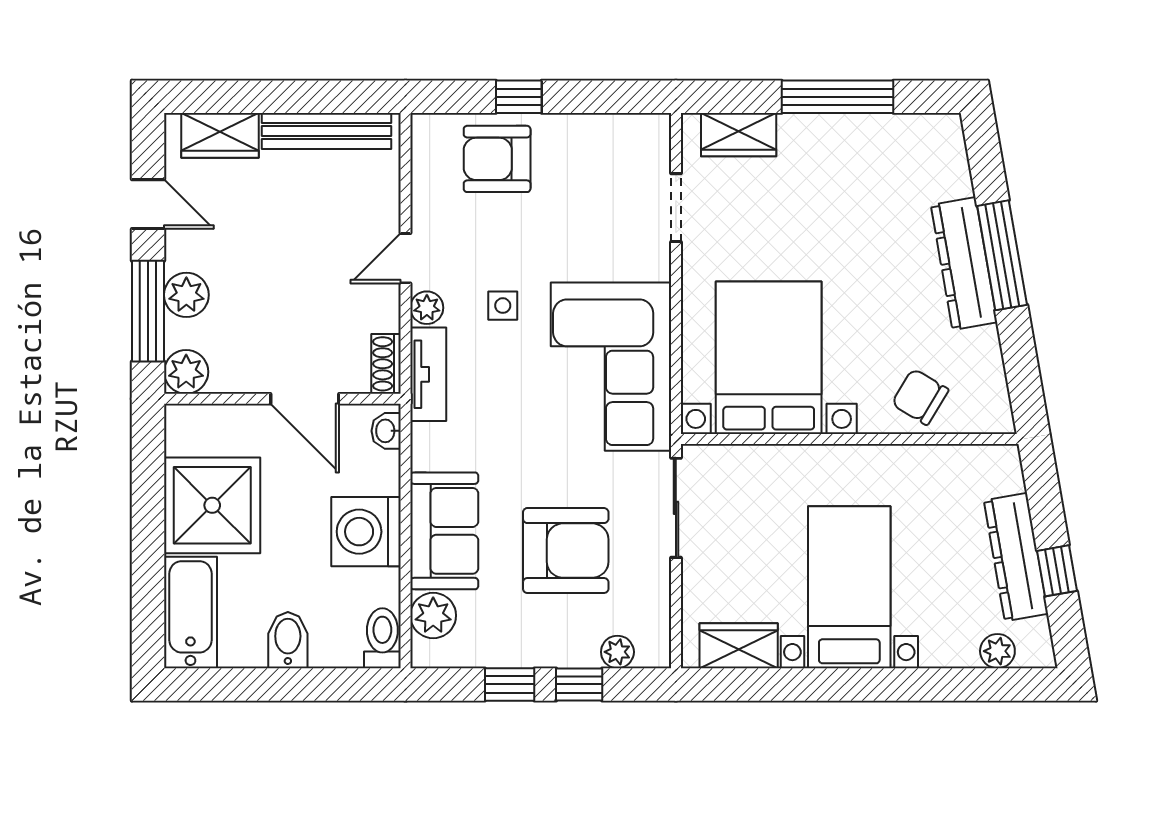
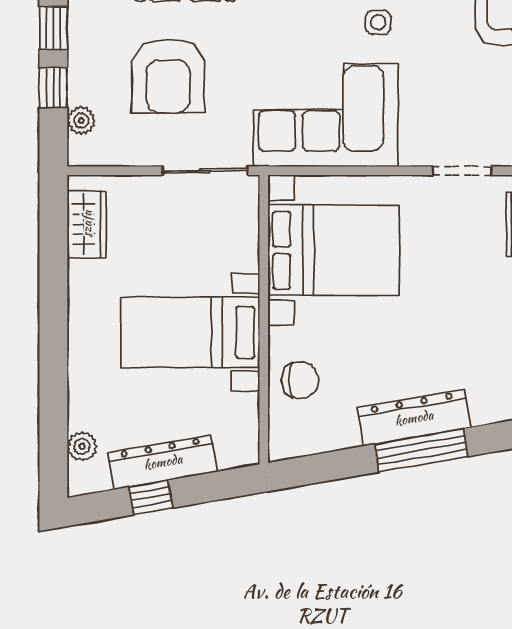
chair: (920, 397) -> (300, 380), turned 59
bed with nightstands: (849, 587) -> (190, 332), moved, turned 180

